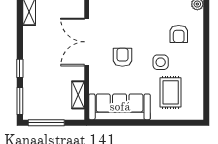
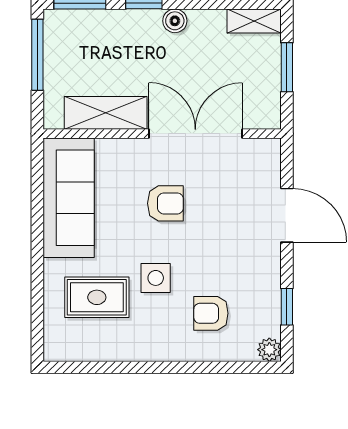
boiler: (29, 52) -> (175, 21), added
shelving: (78, 95) -> (106, 113), width x1.50, depth x1.33

